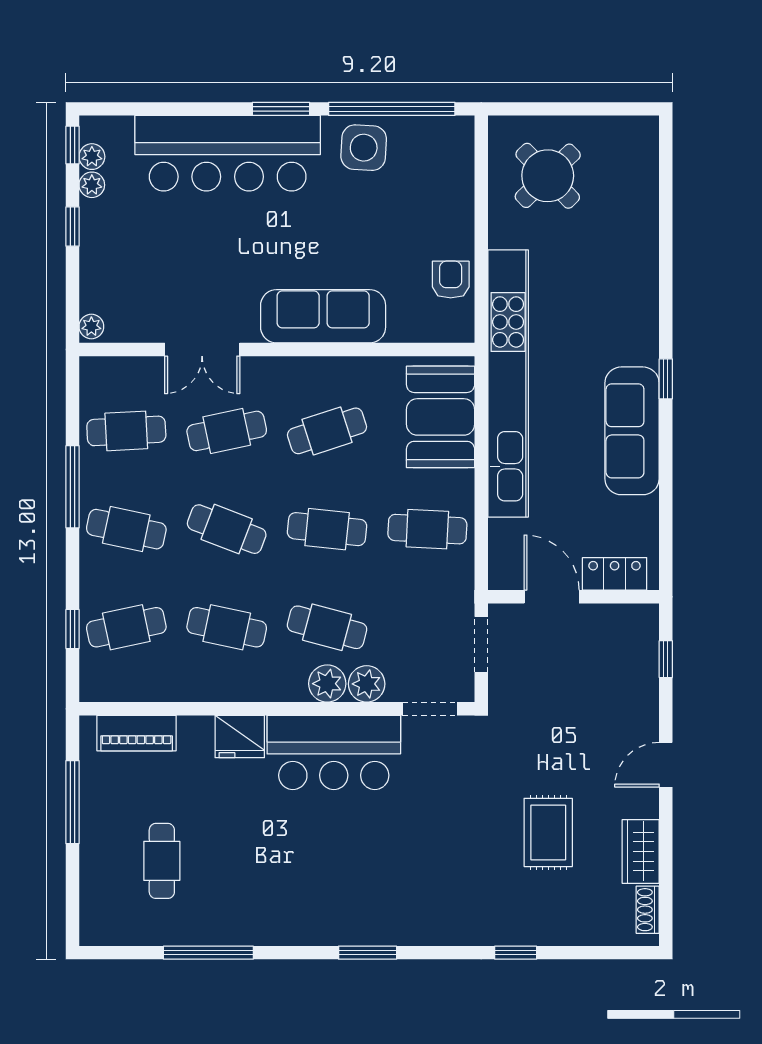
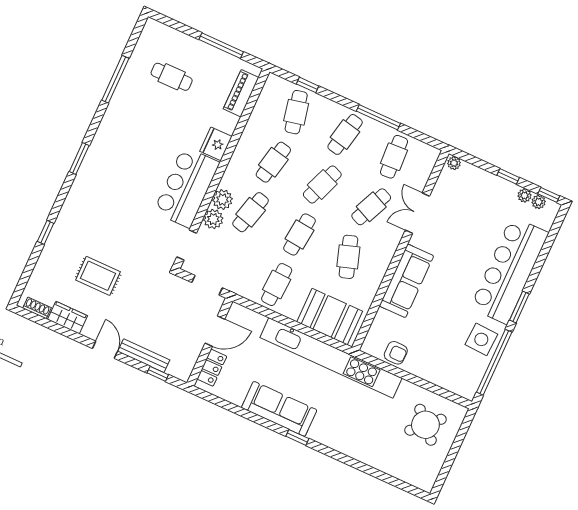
cafe table: (227, 431) -> (371, 207), turned 36
bench: (646, 696) -> (144, 356), added

